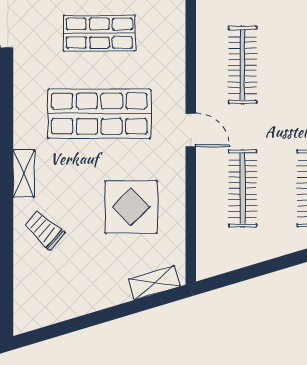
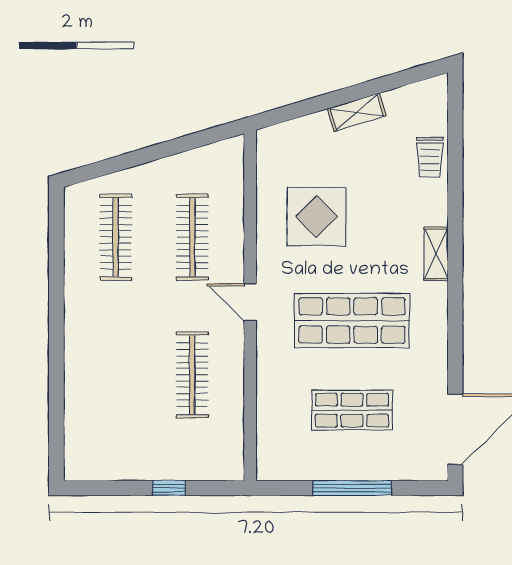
trolley: (44, 230) -> (430, 157), moved, turned 48
shelving: (154, 283) -> (357, 112), moved

